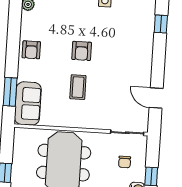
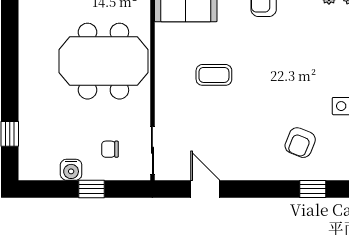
armchair: (82, 51) -> (300, 143), moved, turned -68
door: (156, 98) -> (205, 189), hinge flipped

